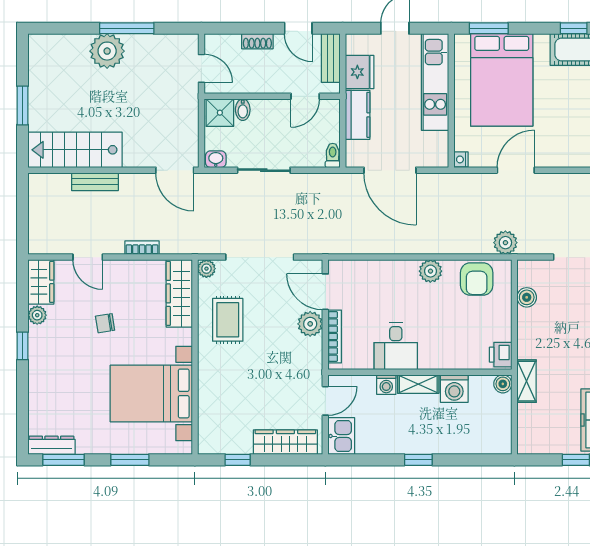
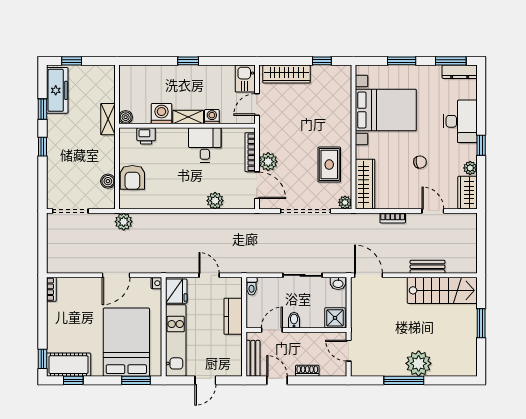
fridge: (360, 72) -> (176, 291), moved, turned 180
bidet: (243, 110) -> (294, 320), moved
door: (390, 170) -> (209, 275), width x0.53
plant: (430, 271) -> (215, 201), moved
armchair: (477, 279) -> (132, 177), moved, turned 180
printer: (501, 355) -> (146, 136), moved, turned 90
desk: (51, 378) -> (460, 121), added

